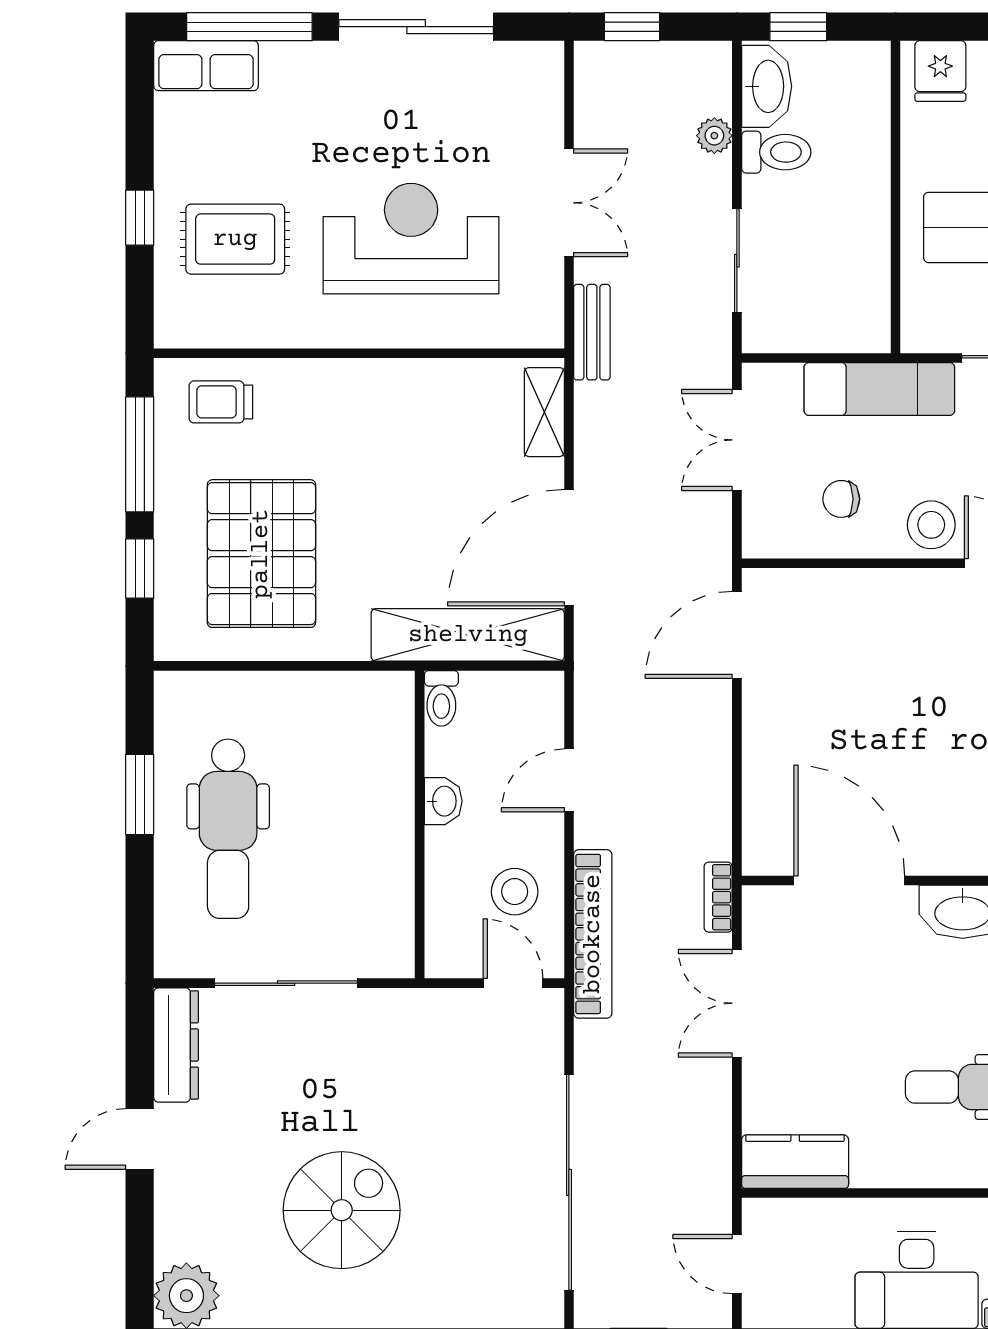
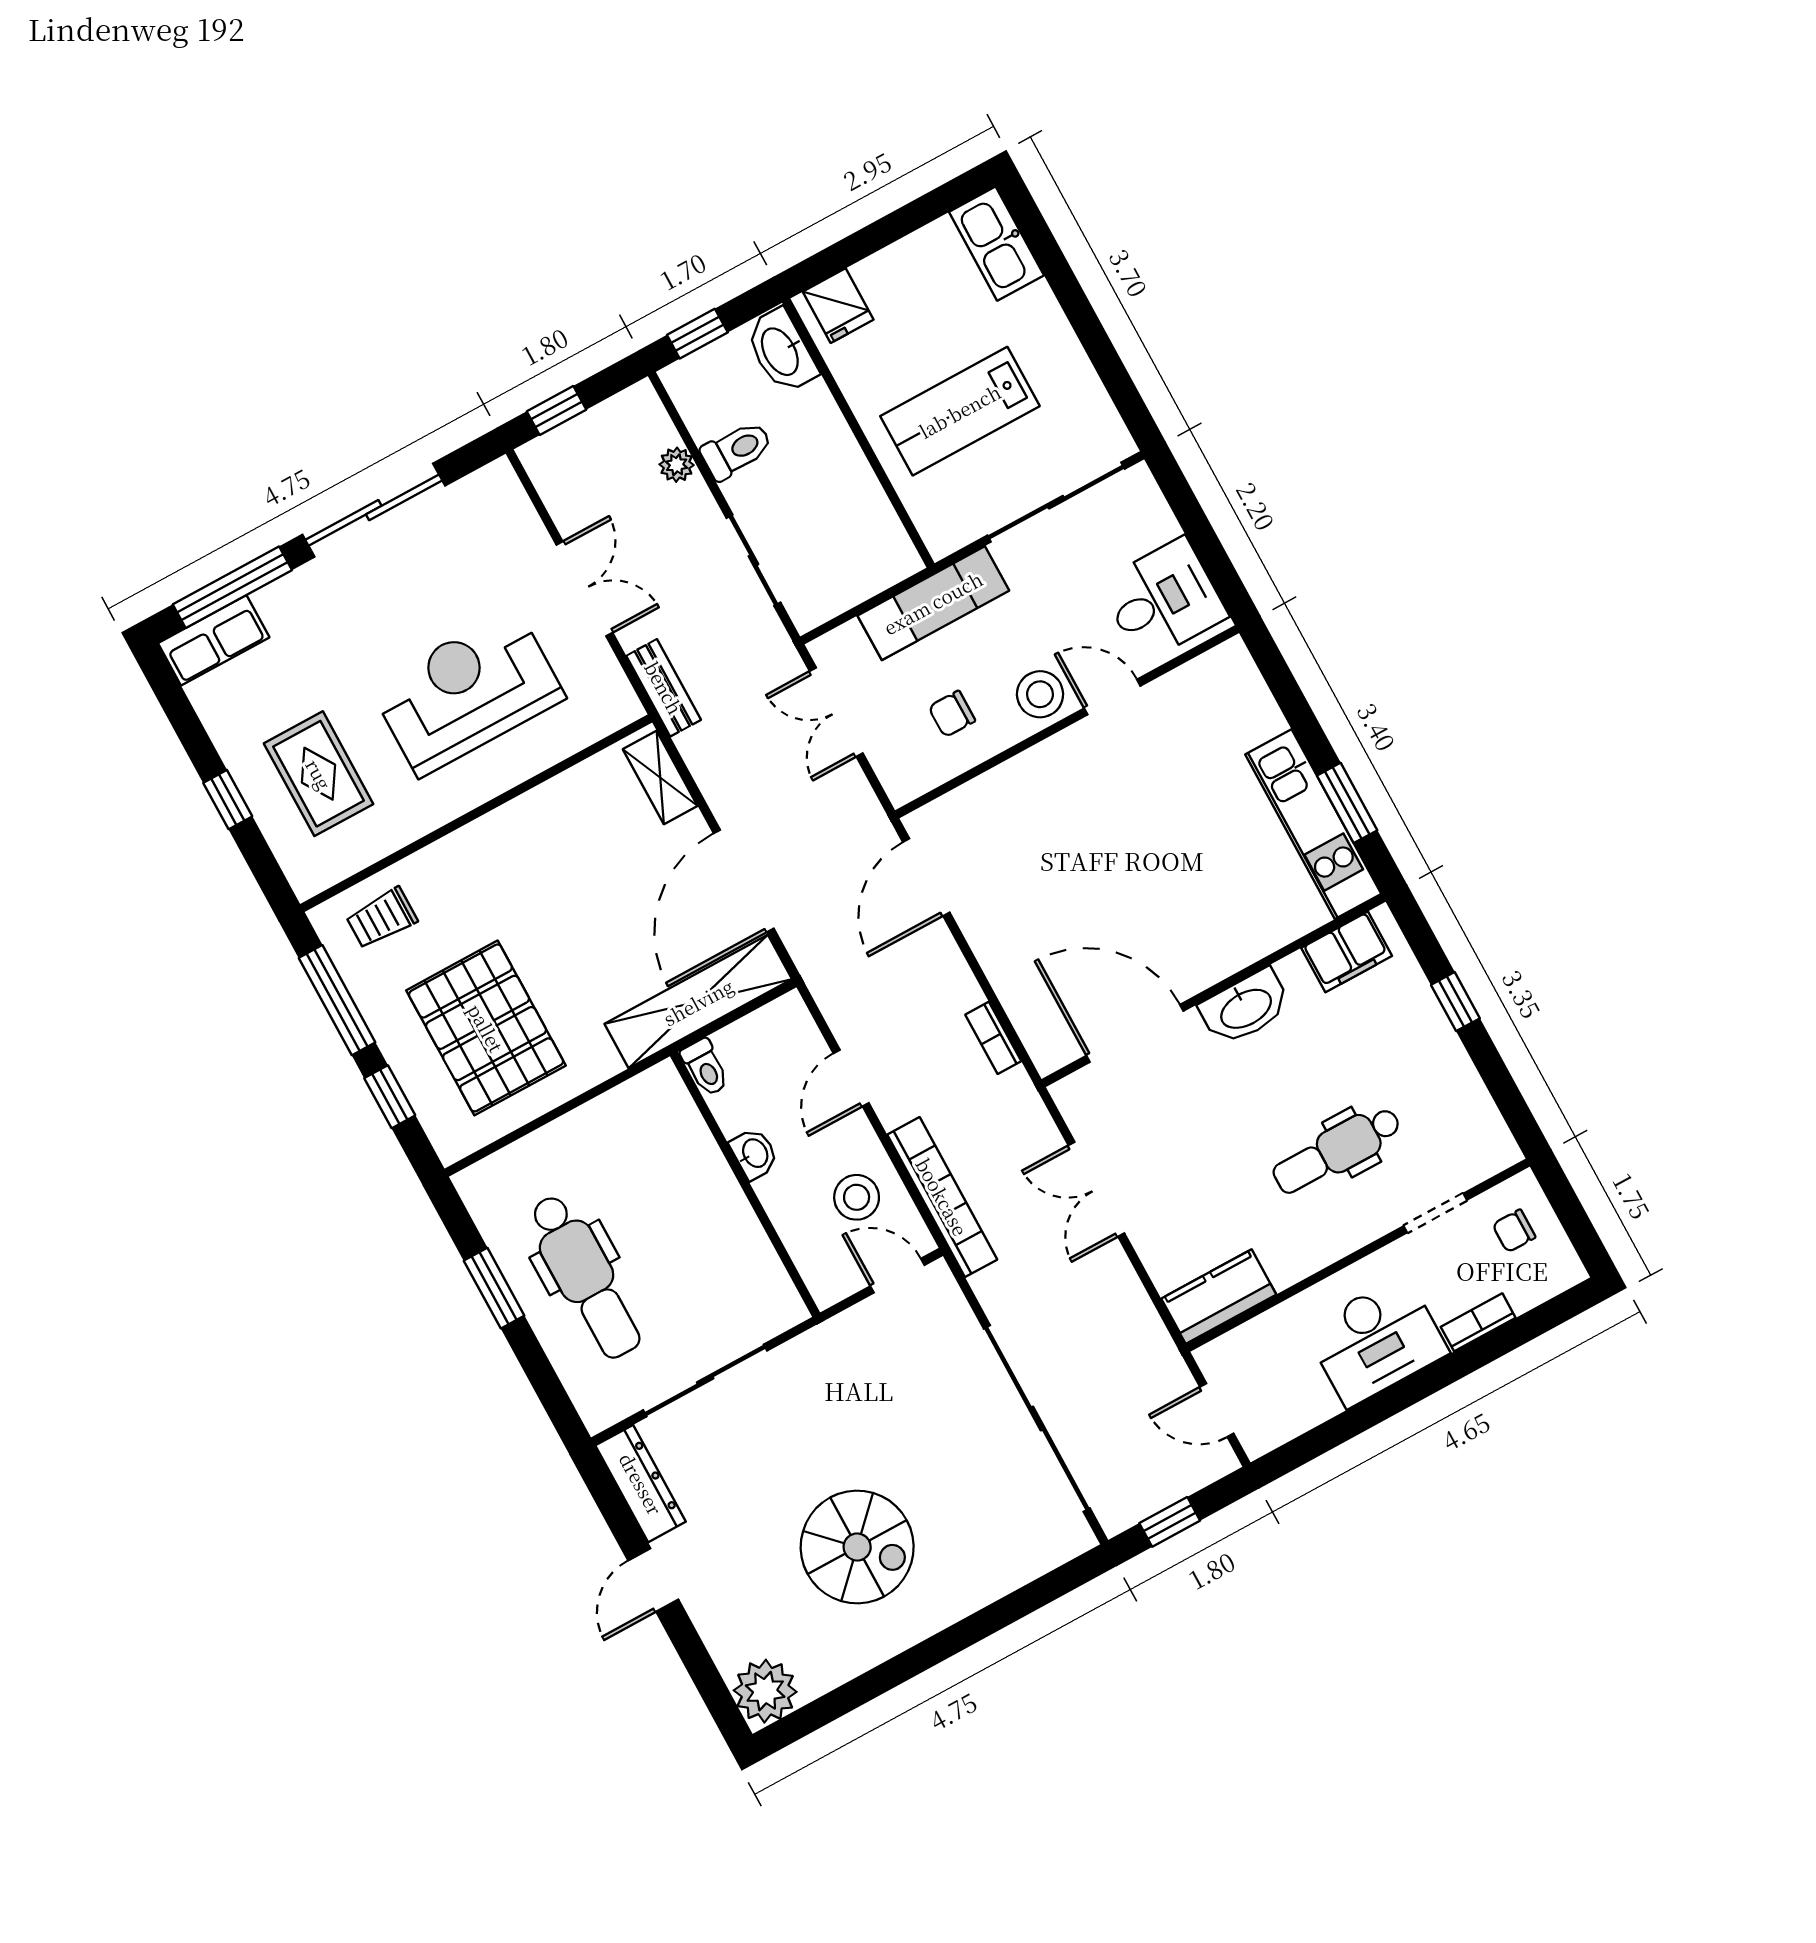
washbasin: (767, 86) -> (781, 351), moved, turned 180
rug: (235, 239) -> (319, 774), turned 90
bookcase: (718, 897) -> (993, 1038), moved
spiral stairs: (342, 1210) -> (857, 1547), turned 90

